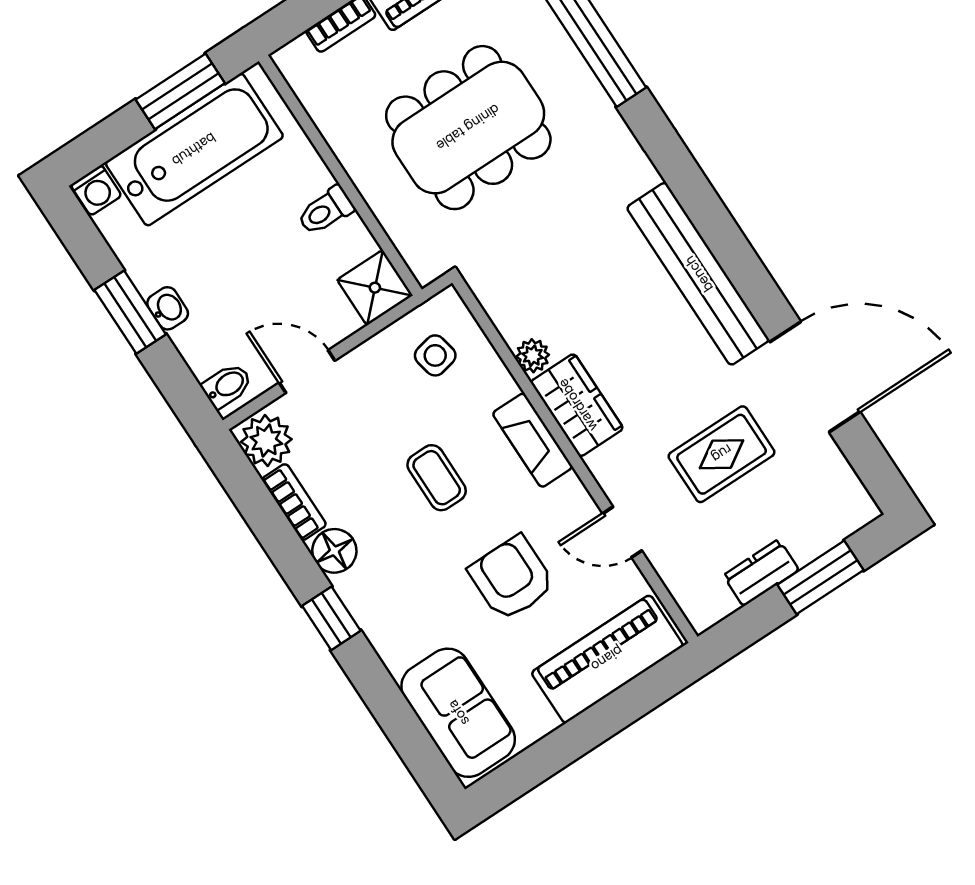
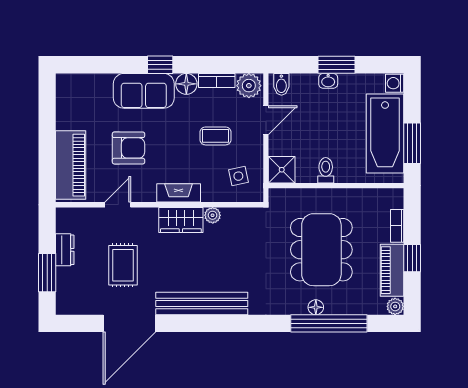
floor lamp: (575, 72) -> (316, 307), added
coffee table: (437, 478) -> (215, 136), moved
sofa: (458, 713) -> (144, 91), moved

